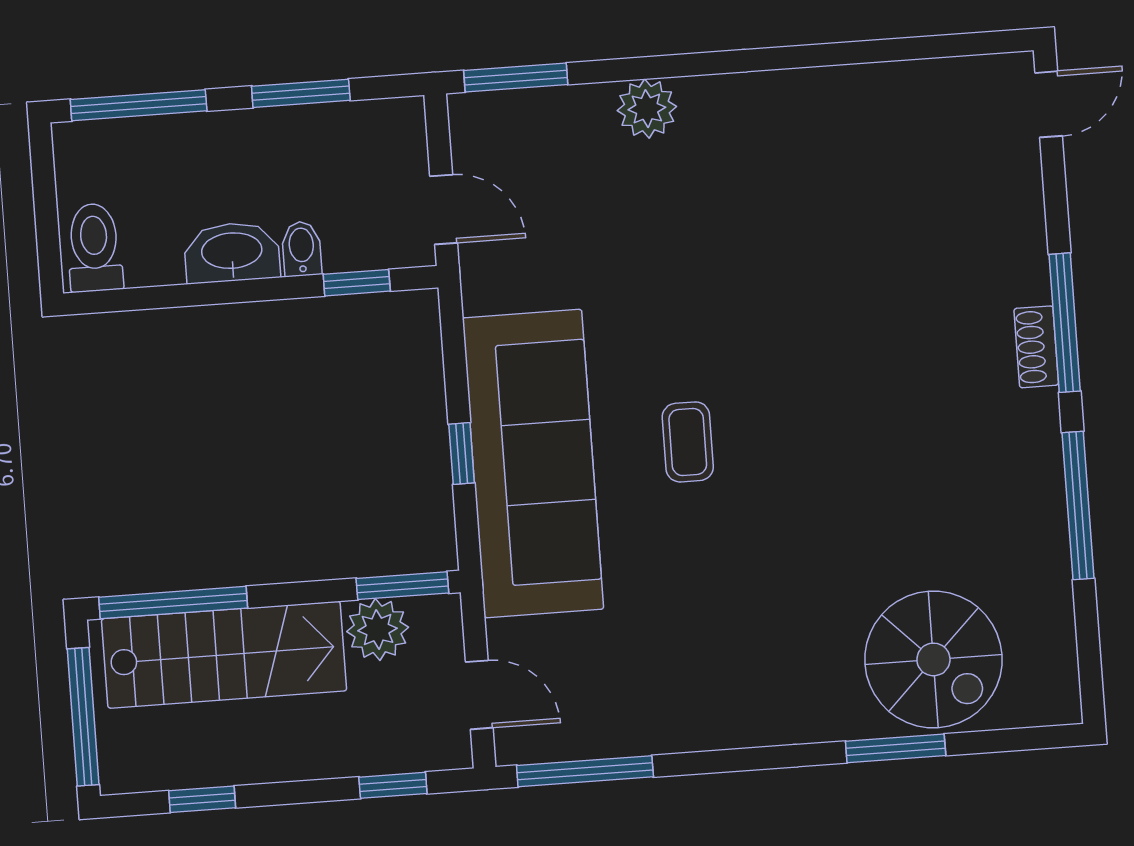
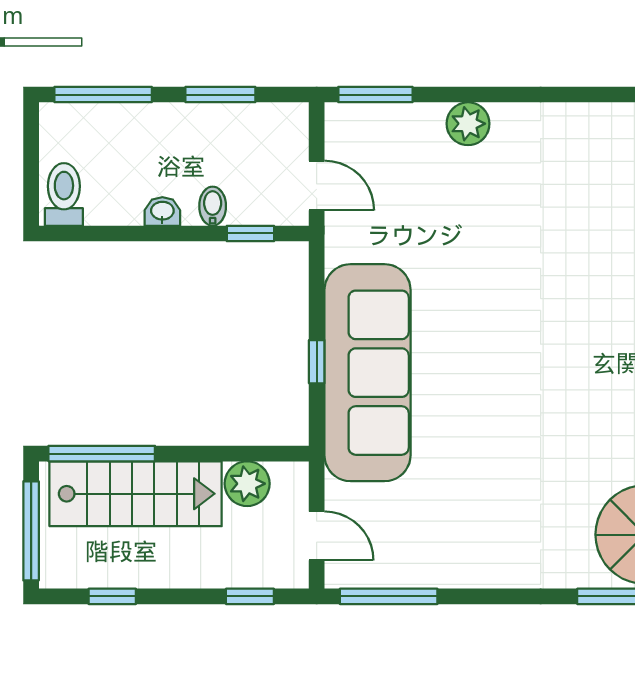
washbasin: (232, 252) -> (162, 211), width x0.52, depth x0.69
coffee table: (688, 442) -> (480, 365), removed
window: (402, 586) -> (267, 454), removed

